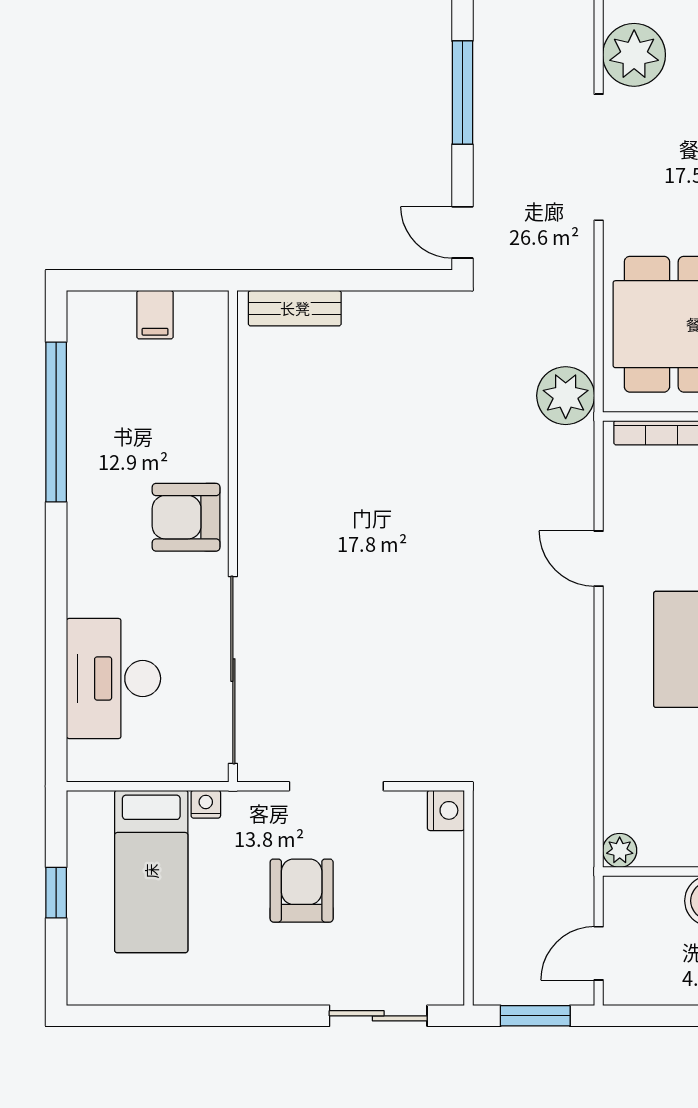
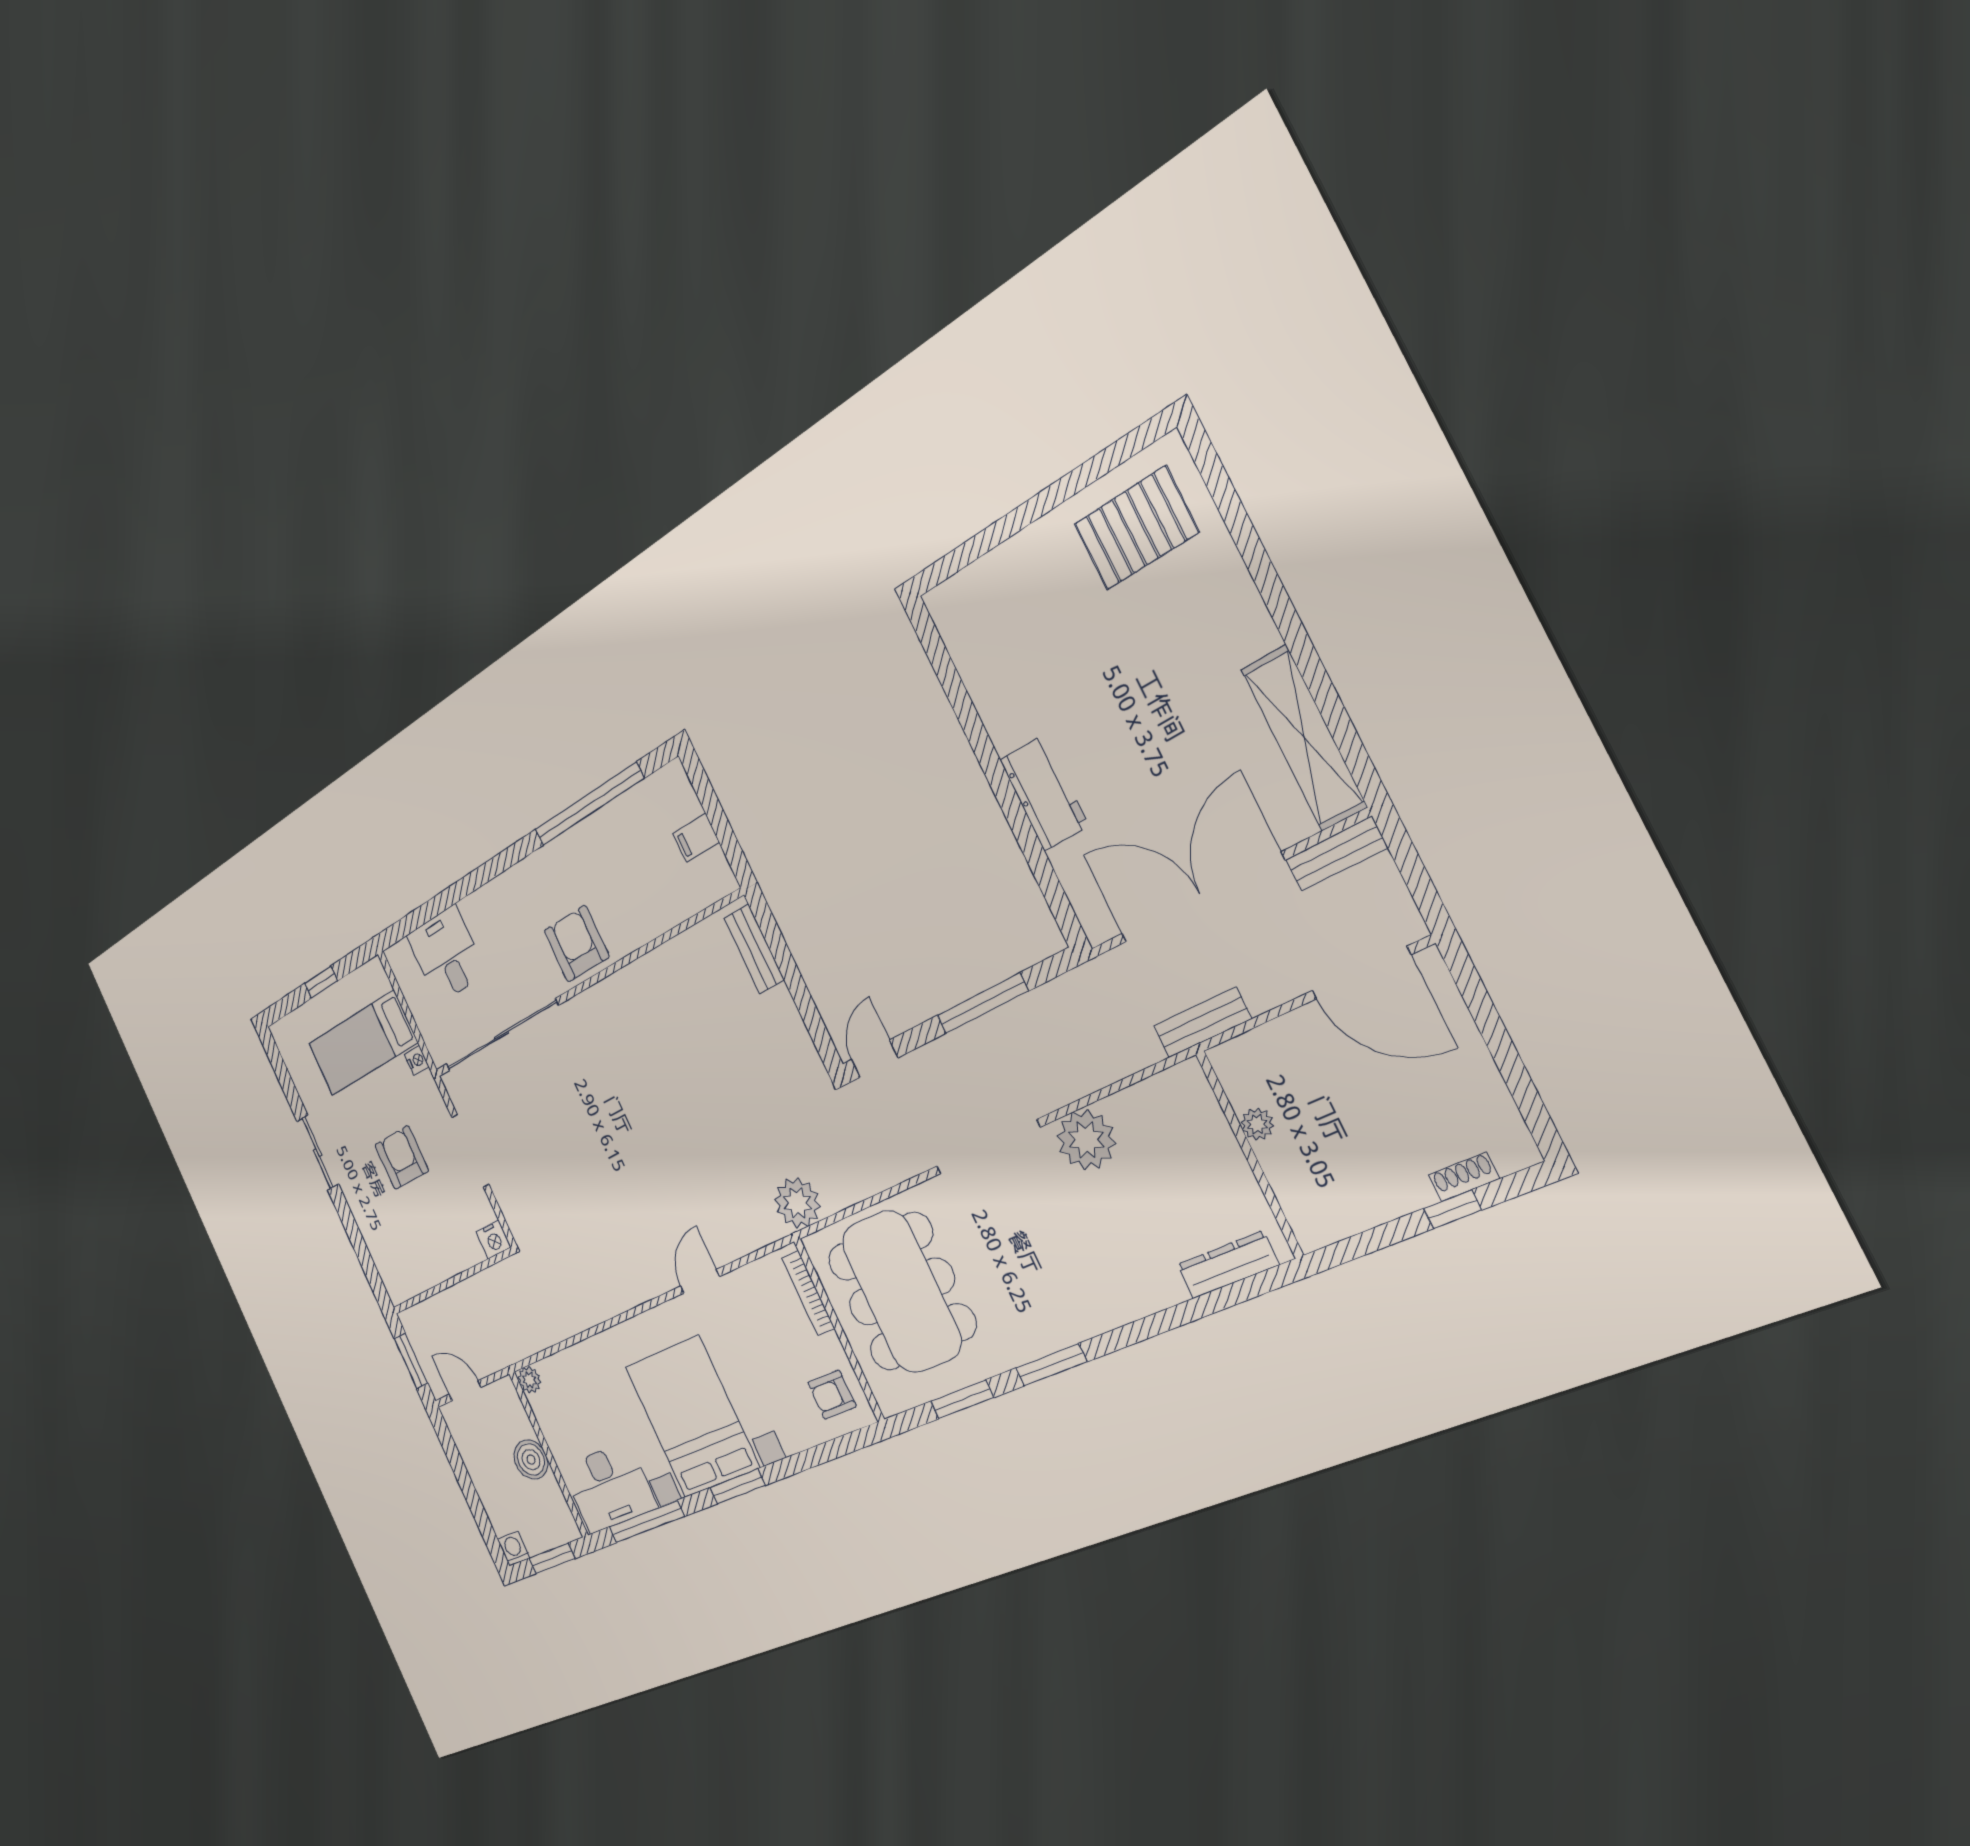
desk: (113, 678) -> (446, 954), width x0.73
armchair: (302, 891) -> (402, 1158), turned -90
sliding door: (378, 1016) -> (318, 1153), moved

